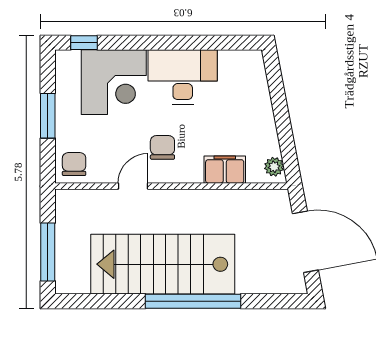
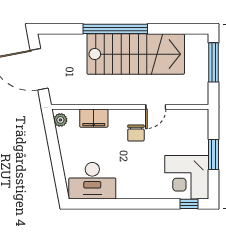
desk: (183, 77) -> (92, 181), moved
corner desk: (114, 82) -> (187, 177), moved, turned -90
chair: (74, 164) -> (196, 122), removed

